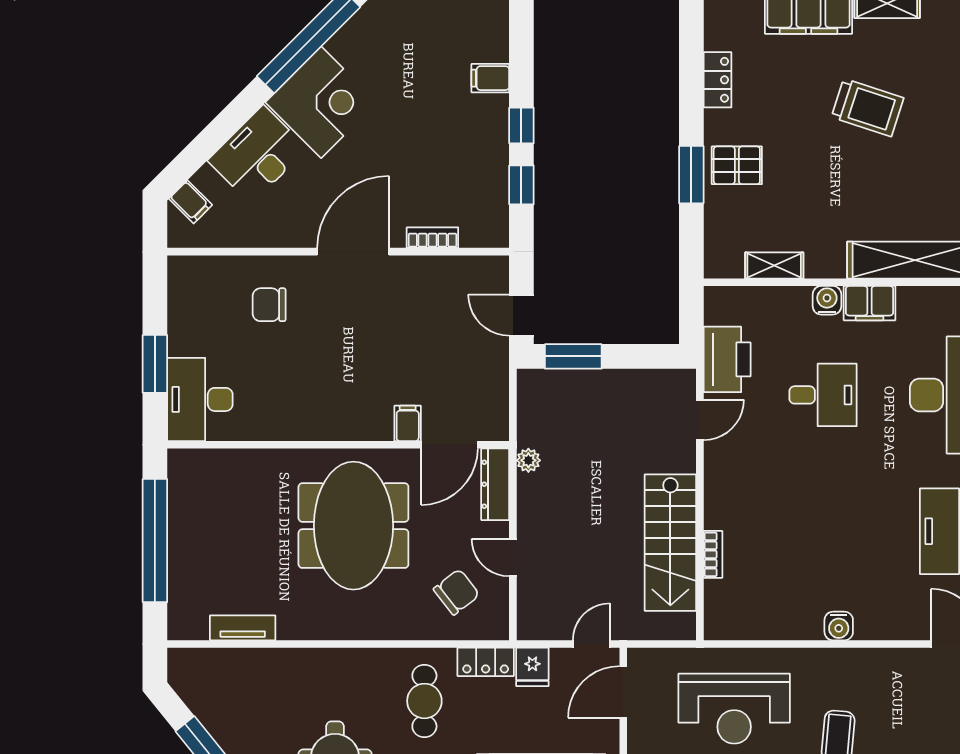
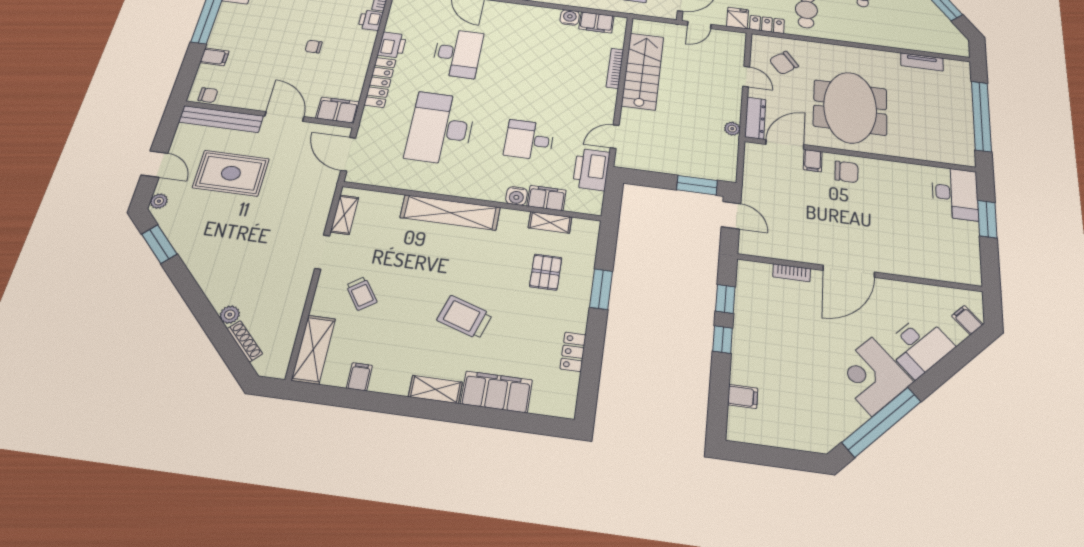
filing cabinet: (490, 78) -> (743, 396), moved
pallet: (737, 165) -> (546, 272), moved, turned 90
filing cabinet: (870, 303) -> (547, 198), moved
chair: (269, 305) -> (846, 172), moved
bookcase: (713, 554) -> (615, 68), width x1.56
filing cabinet: (751, 623) -> (596, 22), added
water cooler: (839, 626) -> (570, 17), moved

